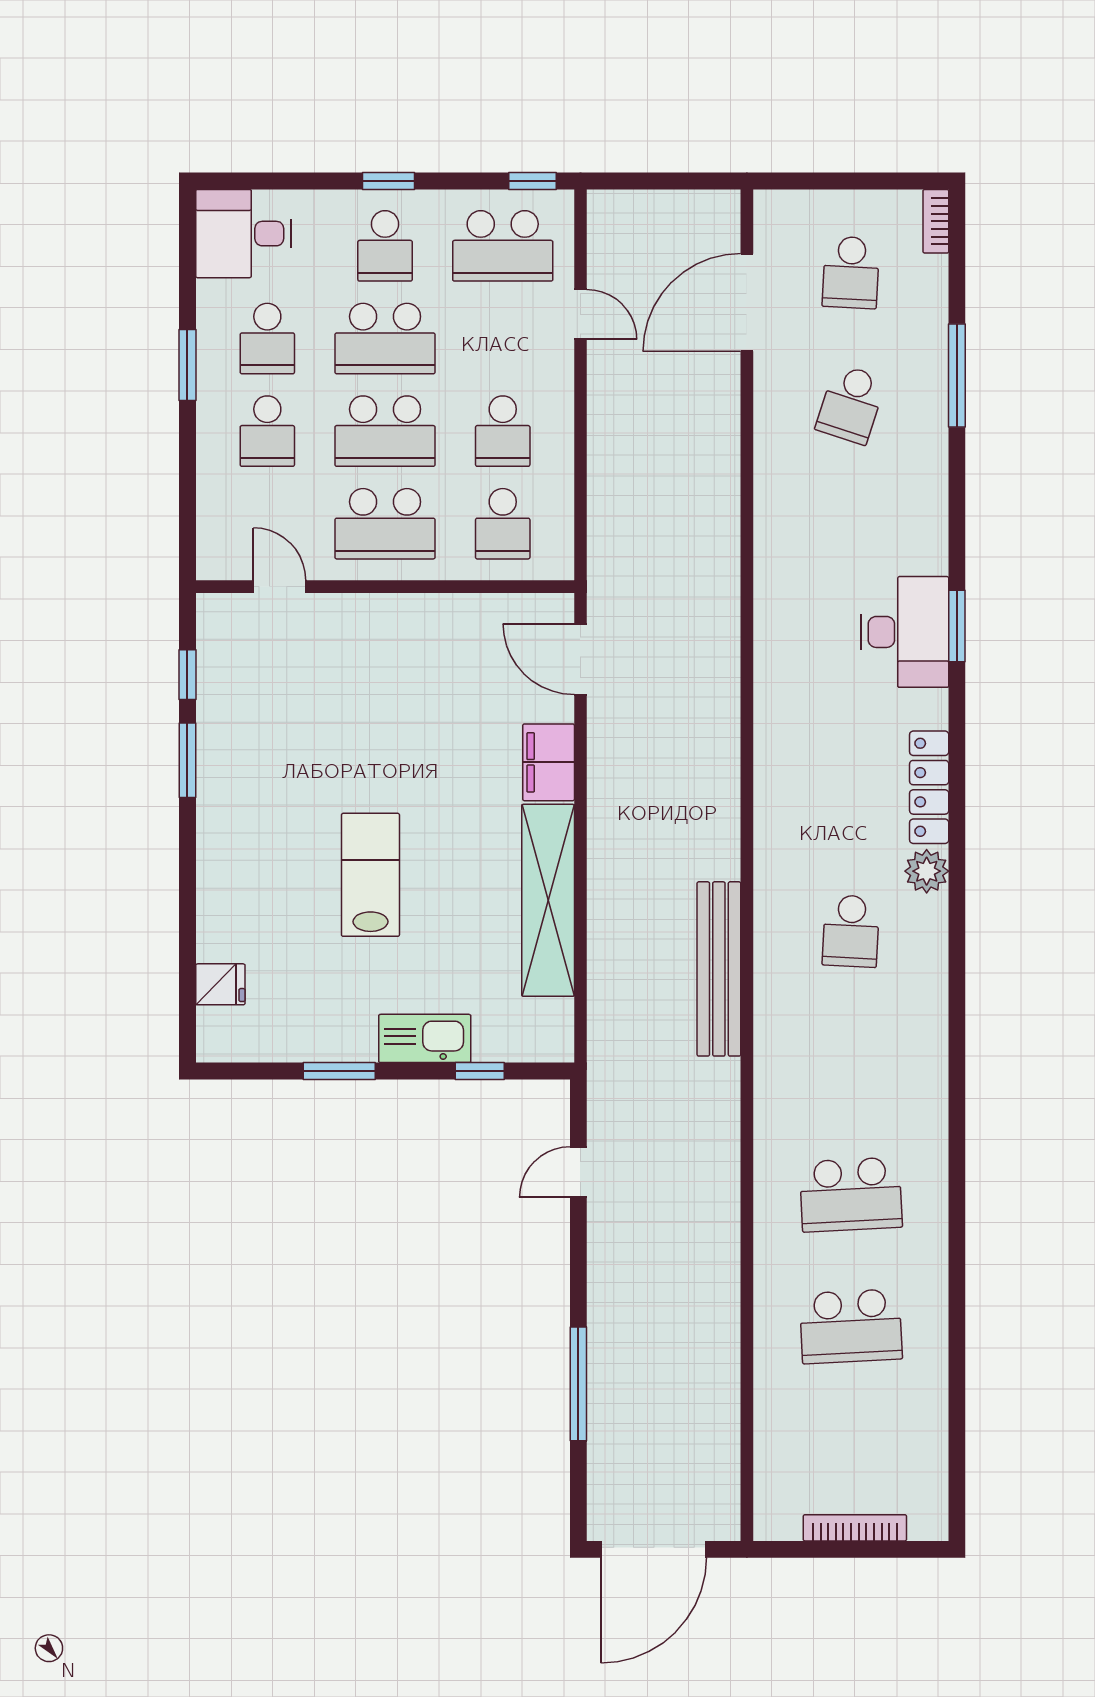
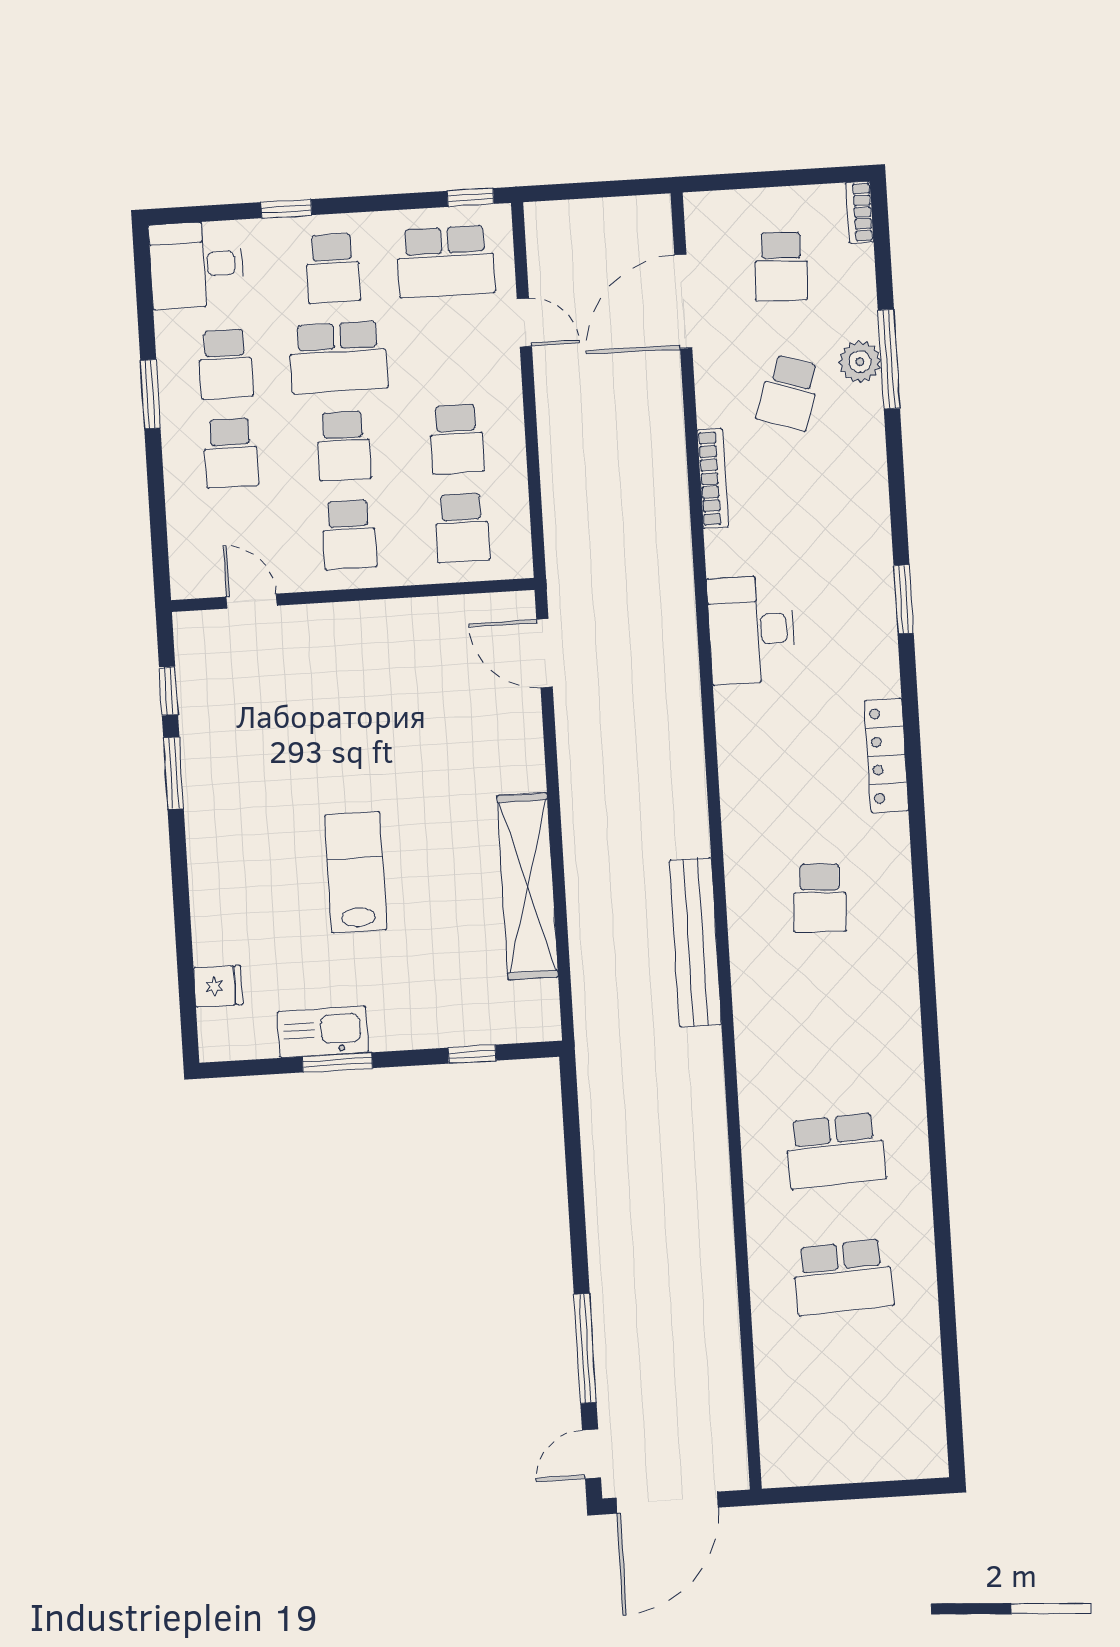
window: (389, 181) -> (286, 209), moved
school desk: (385, 431) -> (344, 446), width x0.54
school desk: (385, 524) -> (349, 535), width x0.54
desk: (905, 632) -> (751, 630), moved, turned 180
filing cabinet: (549, 762) -> (520, 754), removed
plant: (927, 871) -> (860, 362), moved
kitchen sink: (425, 1038) -> (323, 1032), moved
door: (578, 1172) -> (592, 1454), moved
bookcase: (855, 1528) -> (713, 478), moved, turned 90

